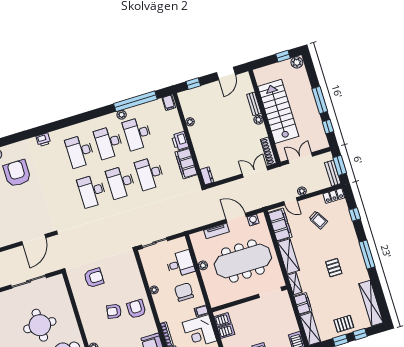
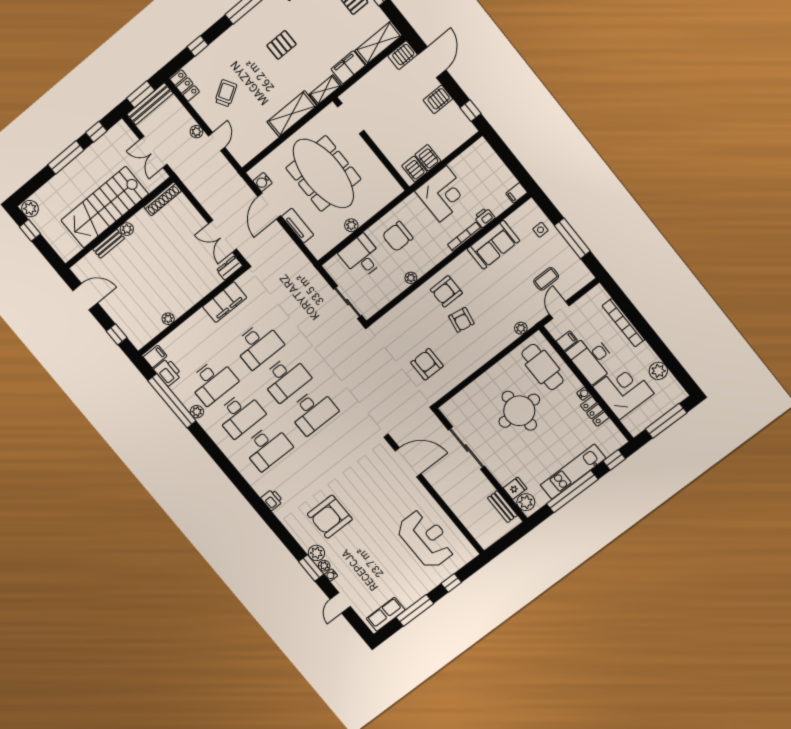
printer: (180, 141) -> (168, 372), moved, turned -90
double door: (255, 172) -> (223, 236), moved
bench: (333, 173) -> (150, 104), width x1.36
filing cabinet: (280, 225) -> (254, 143), removed
filing cabinet: (201, 311) -> (414, 203), removed

